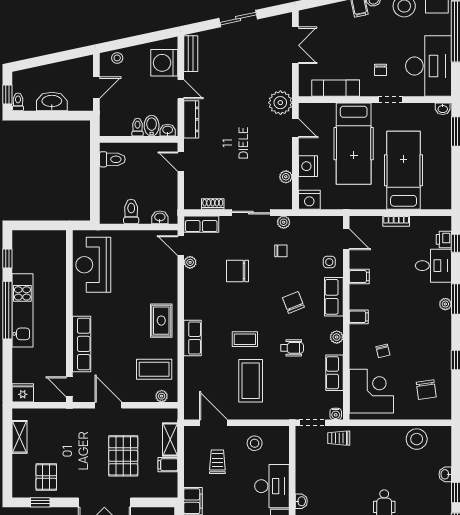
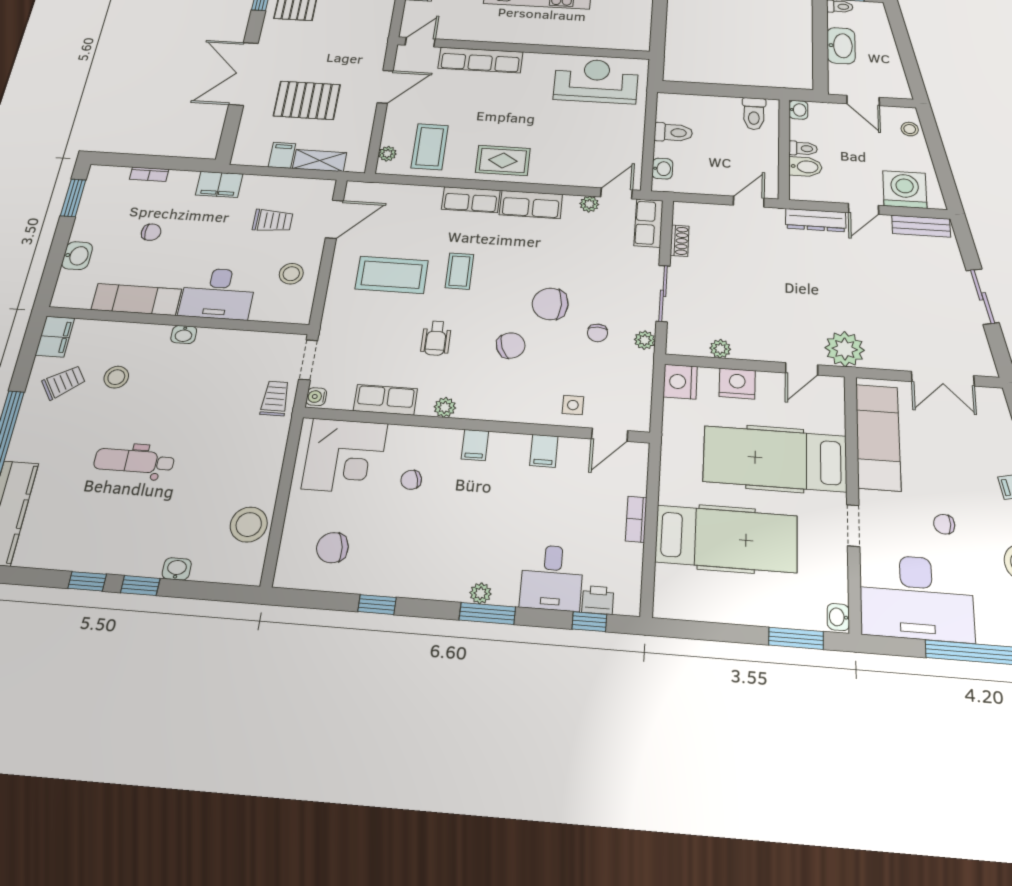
chair: (380, 70) -> (944, 524), moved
exam couch: (336, 88) -> (878, 437), width x1.36, depth x1.45
washbasin: (168, 130) -> (798, 110), moved
chair: (238, 271) -> (550, 304), moved, turned -90
row of seats: (334, 297) -> (531, 205), moved, turned 180

